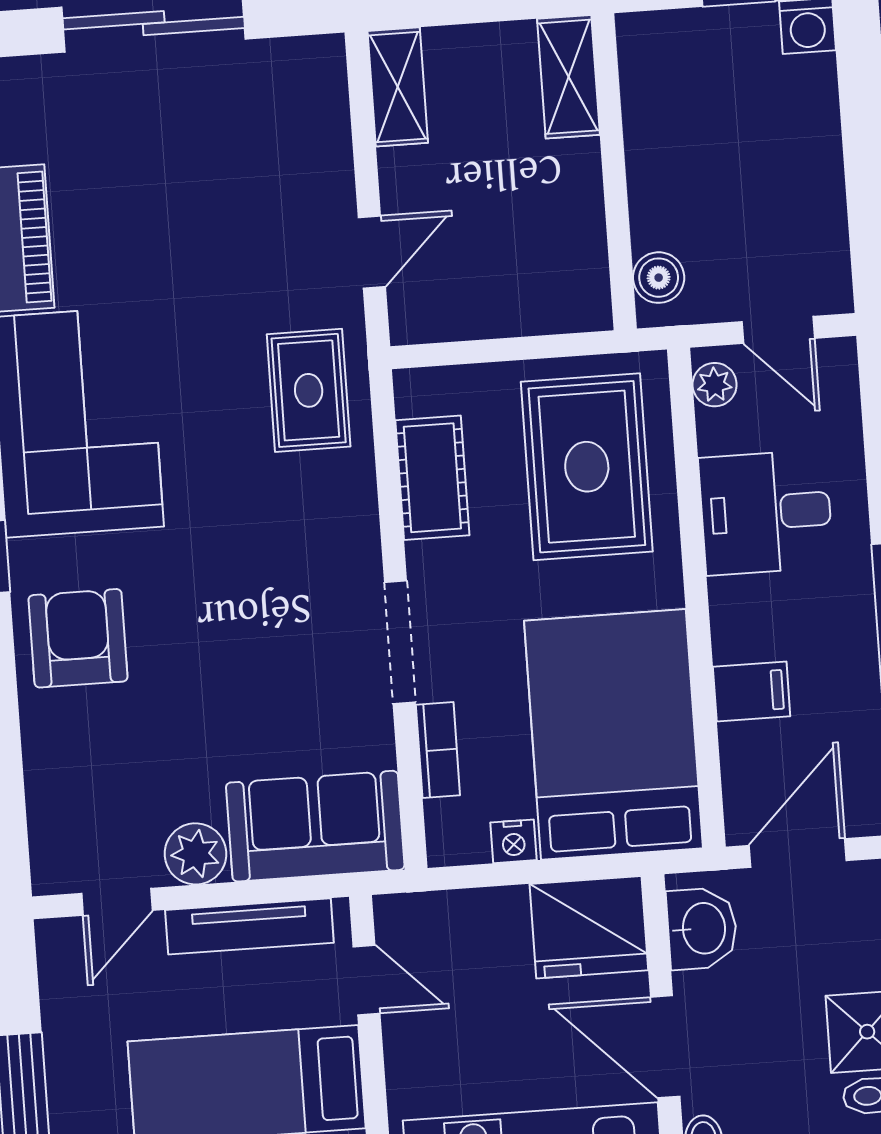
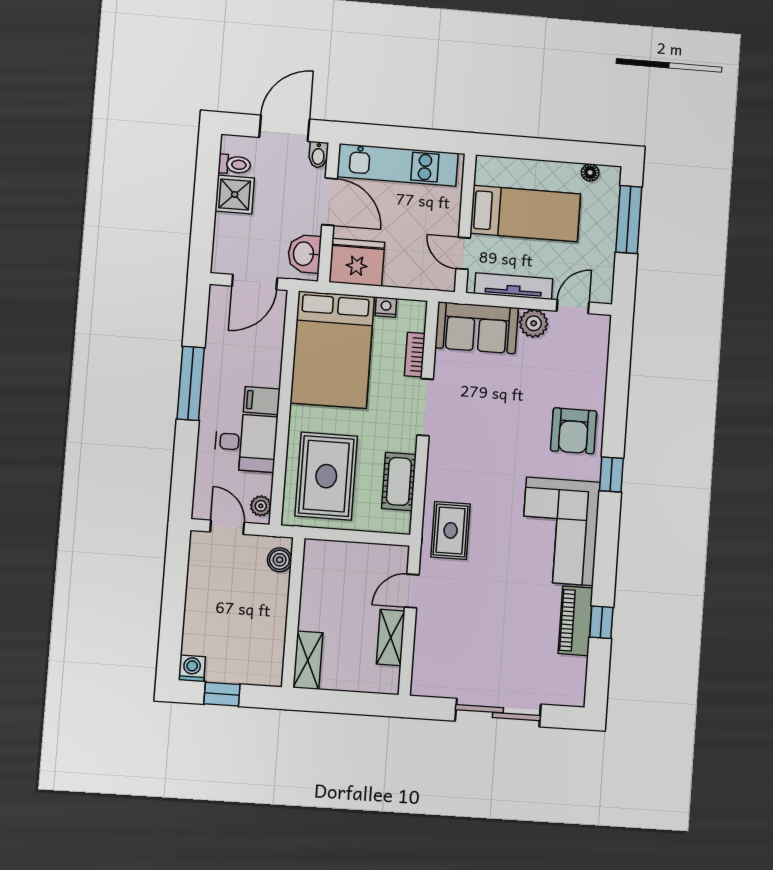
shelving: (398, 87) -> (391, 637), moved
filing cabinet: (752, 691) -> (262, 401), moved

